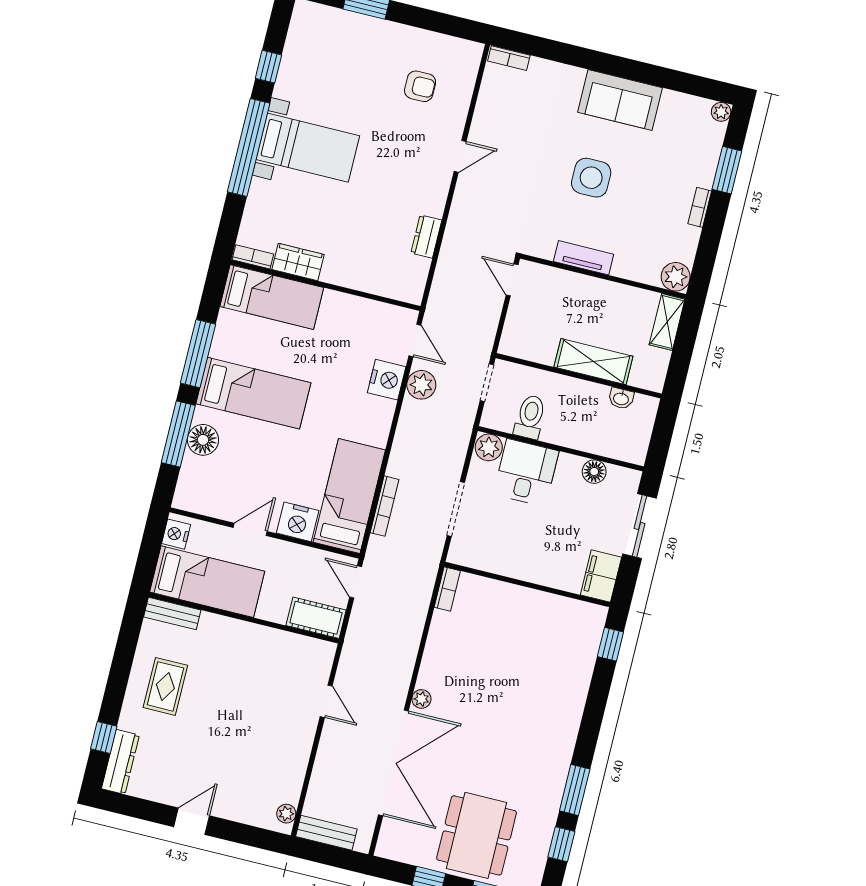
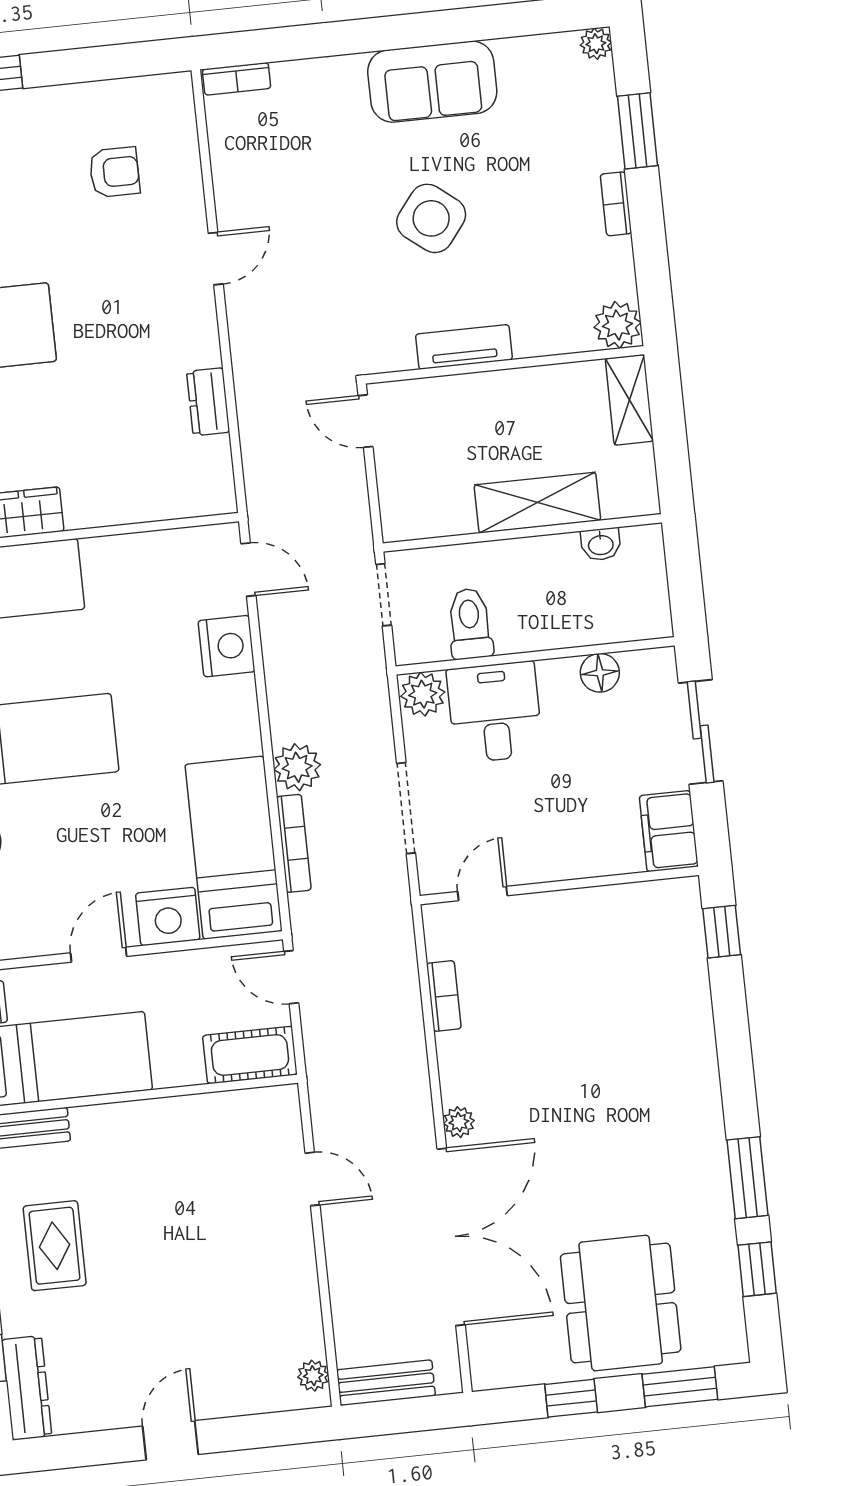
side table: (591, 178) -> (431, 218), turned 38
plant: (421, 385) -> (297, 767), moved
door: (482, 573) -> (483, 894), added
bookcase: (447, 589) -> (444, 996), moved

